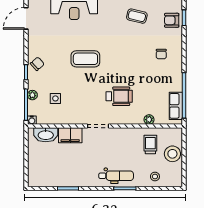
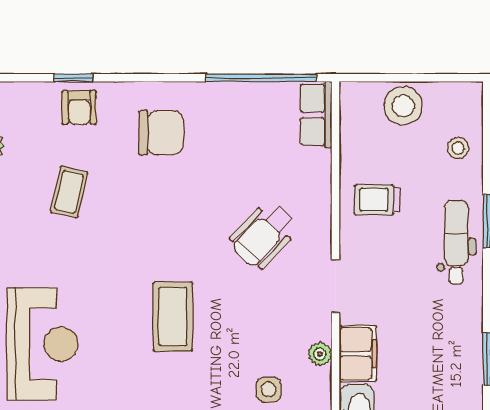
chair: (161, 54) -> (161, 133), width x1.87, depth x1.87
wheelchair: (119, 96) -> (263, 235), turned -136
row of seats: (176, 106) -> (316, 115), moved, turned 90
plant: (149, 120) -> (320, 354), moved
trolley: (150, 144) -> (377, 200), moved

